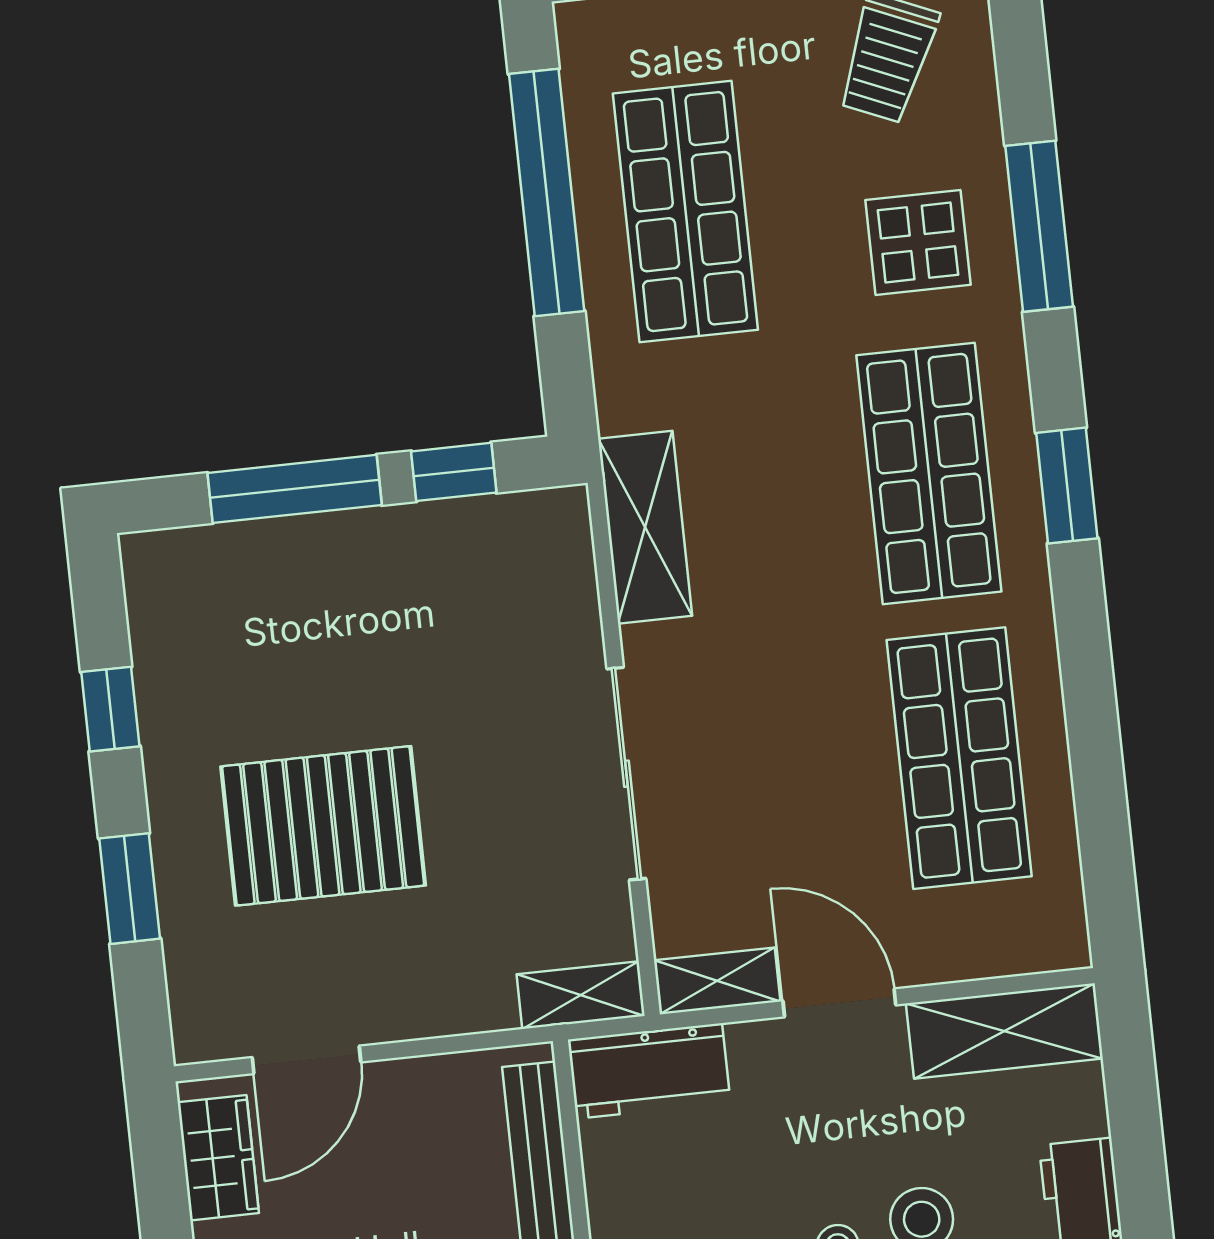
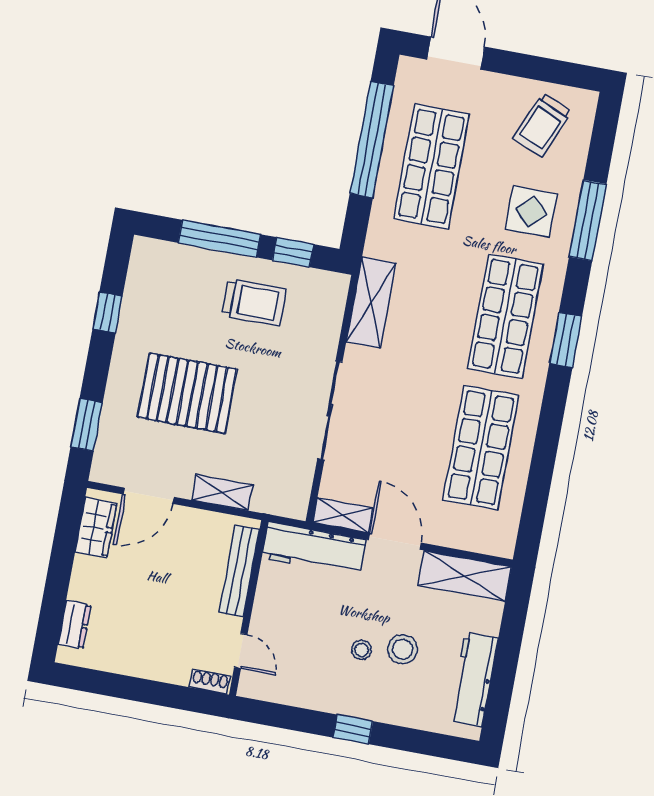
trolley: (405, 598) -> (254, 302), added
window: (130, 889) -> (87, 425), moved
shelving: (581, 995) -> (222, 493), moved
workbench: (649, 1071) -> (314, 549), width x1.38

